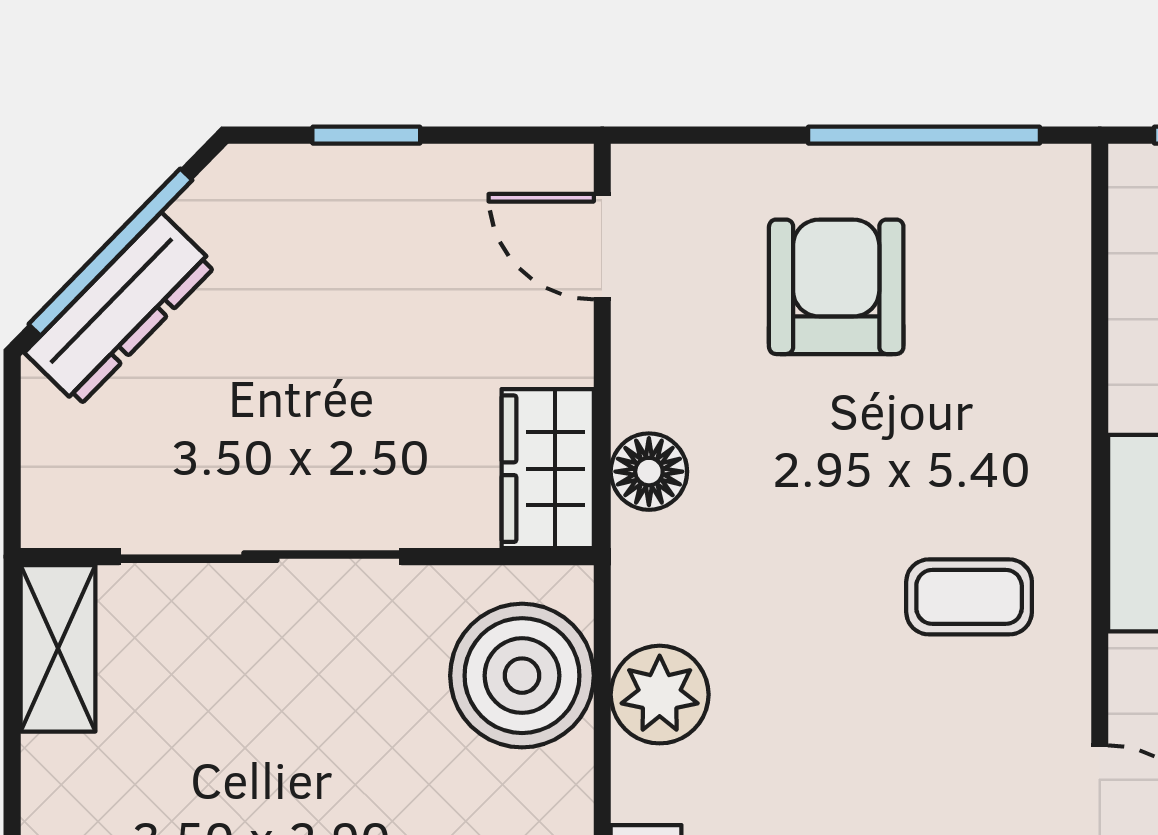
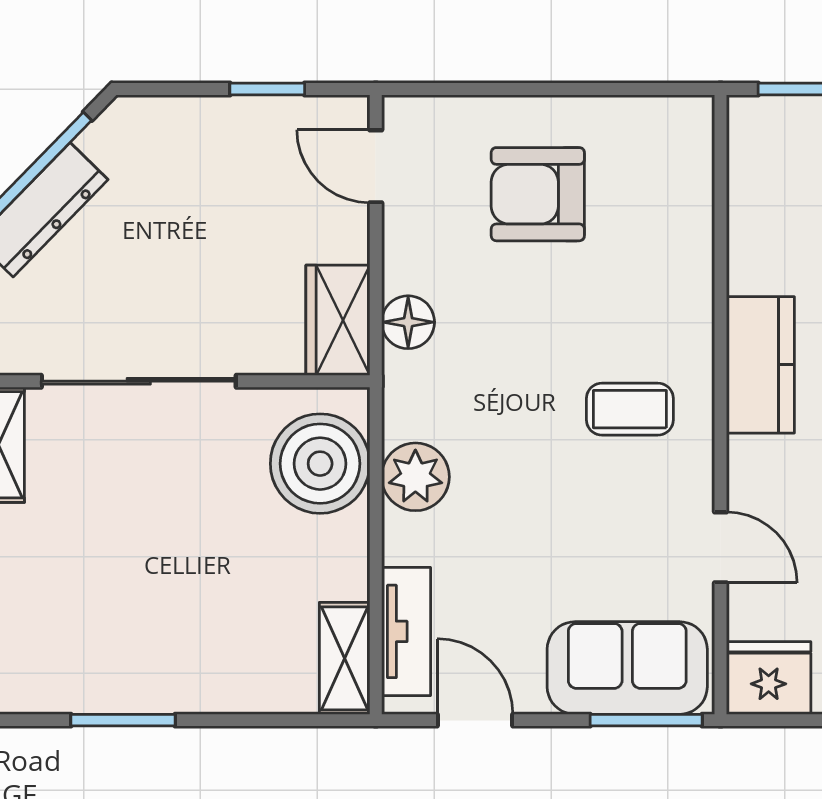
window: (366, 135) -> (267, 89), moved
window: (924, 135) -> (599, 89), removed
armchair: (836, 287) -> (538, 194), turned -90

